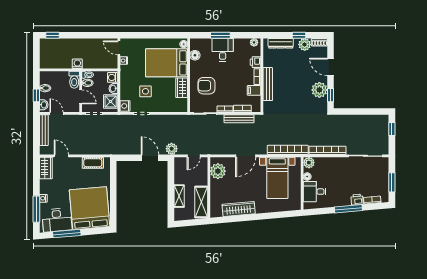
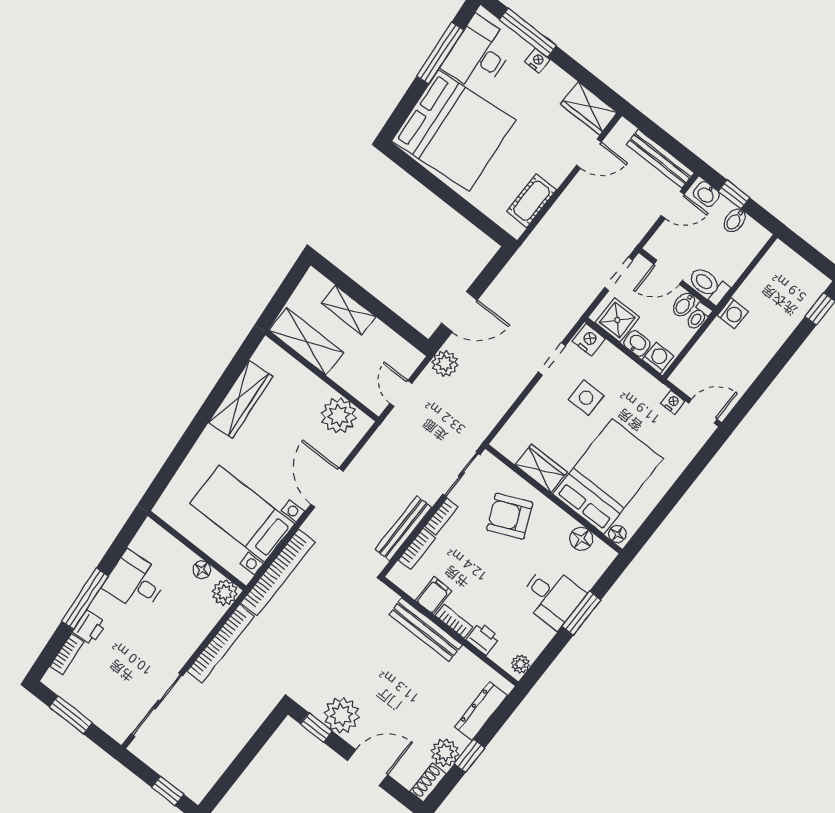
armchair: (206, 86) -> (510, 516), turned -114
desk: (314, 192) -> (135, 582), moved, turned -95

